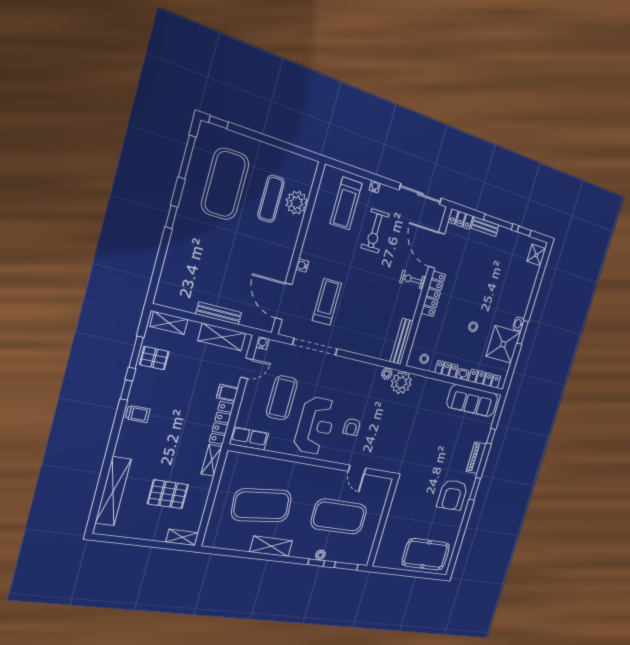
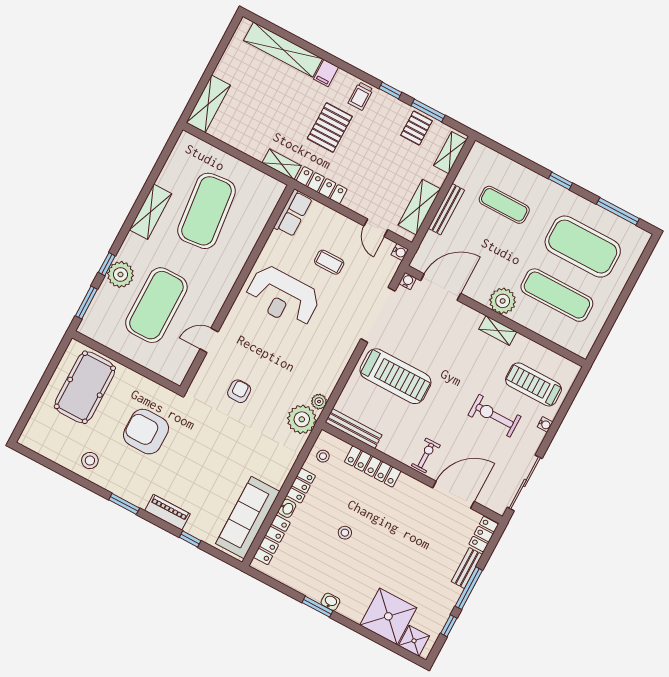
window: (219, 122) -> (647, 253), removed
exercise mat: (271, 199) -> (557, 295), width x1.36, depth x1.45
plant: (297, 203) -> (503, 301), moved
shelving: (309, 244) -> (498, 330), added
exercise mat: (204, 264) -> (504, 205), added
water cooler: (302, 265) -> (408, 281), moved
locker: (433, 294) -> (373, 466), moved
treadmill: (327, 302) -> (395, 376), moved, width x1.37, depth x1.38
shower: (503, 344) -> (388, 616), moved
filing cabinet: (227, 393) -> (326, 73), moved, turned 180
coffee table: (282, 398) -> (329, 262), width x0.54, depth x0.58
armchair: (352, 427) -> (239, 391), moved, turned 90
pallet: (168, 494) -> (330, 127), moved
armchair: (452, 495) -> (146, 432), moved
stool: (451, 522) -> (90, 461), added
shelving: (182, 537) -> (208, 104), width x1.50, depth x1.33
pool table: (426, 554) -> (85, 387), moved
plant: (320, 555) -> (120, 274), width x1.88, depth x1.88

